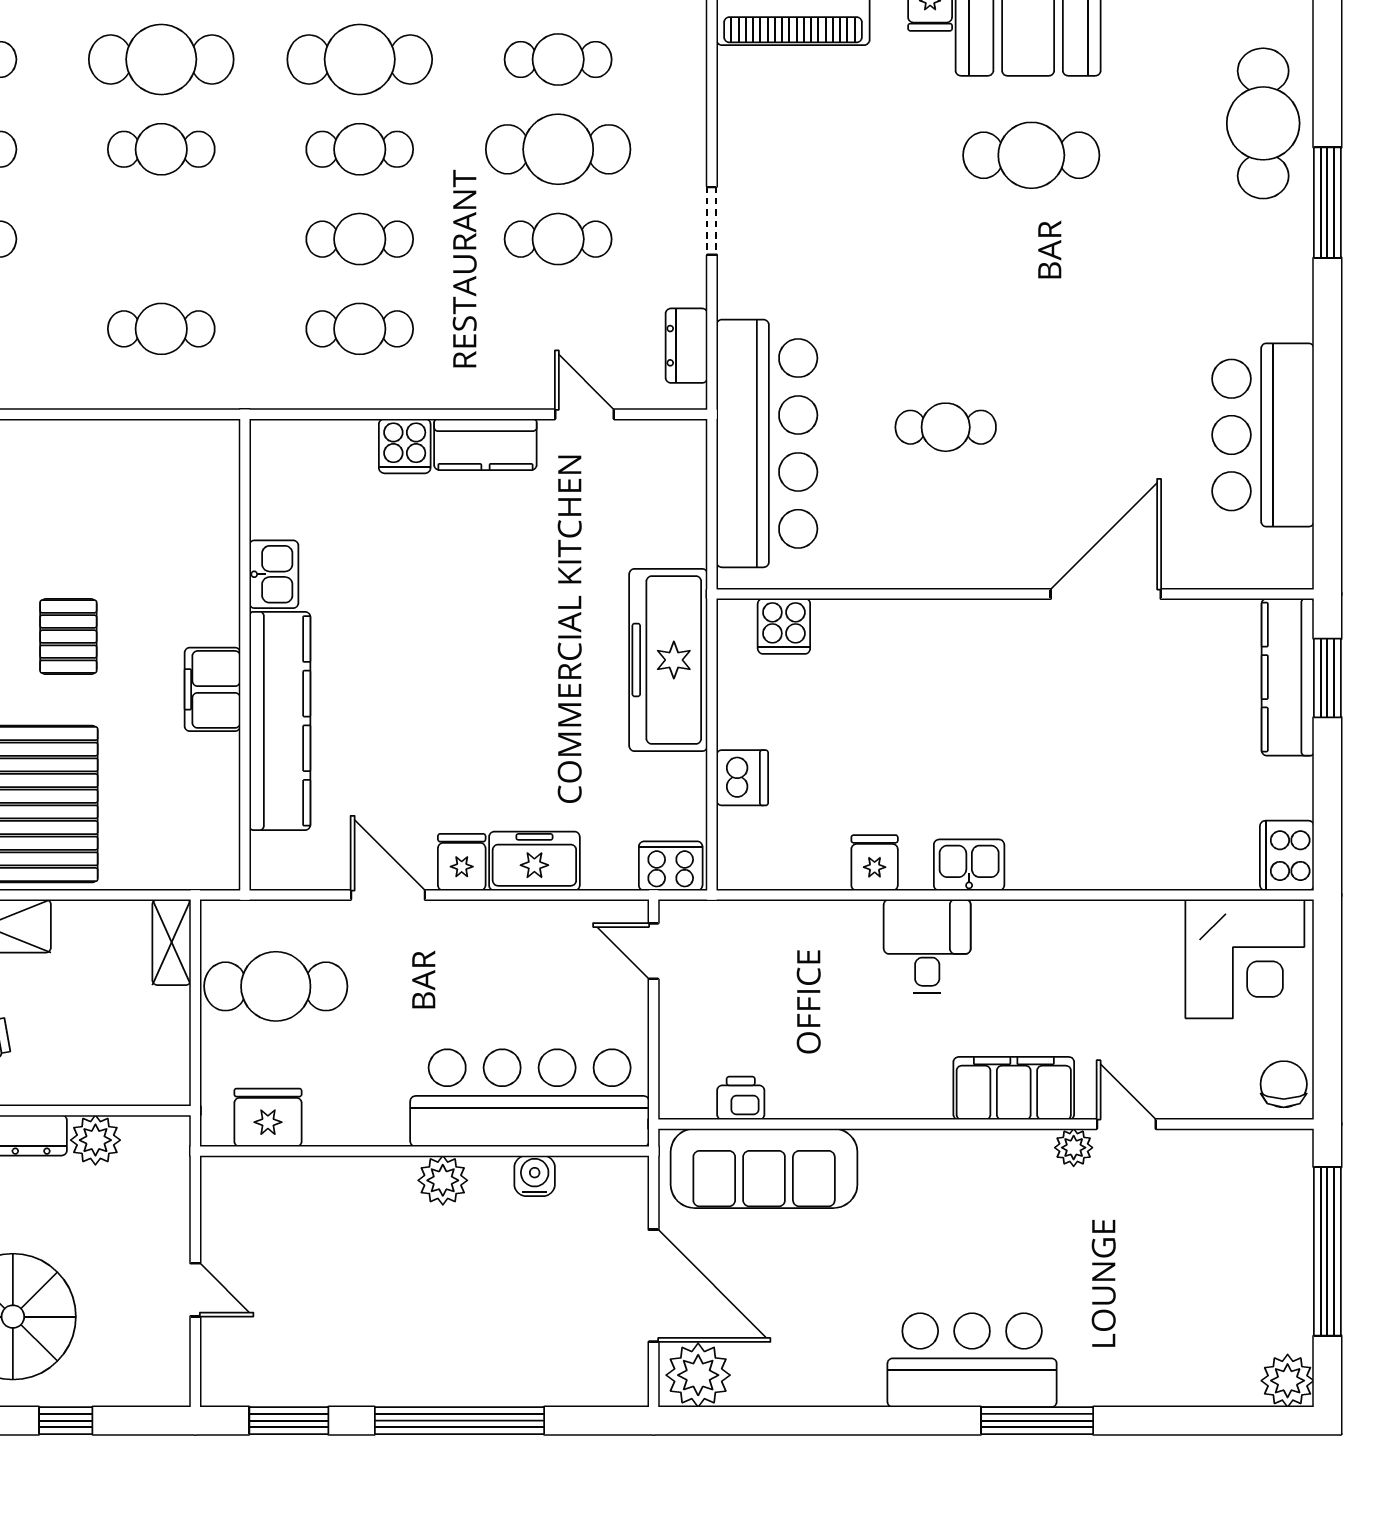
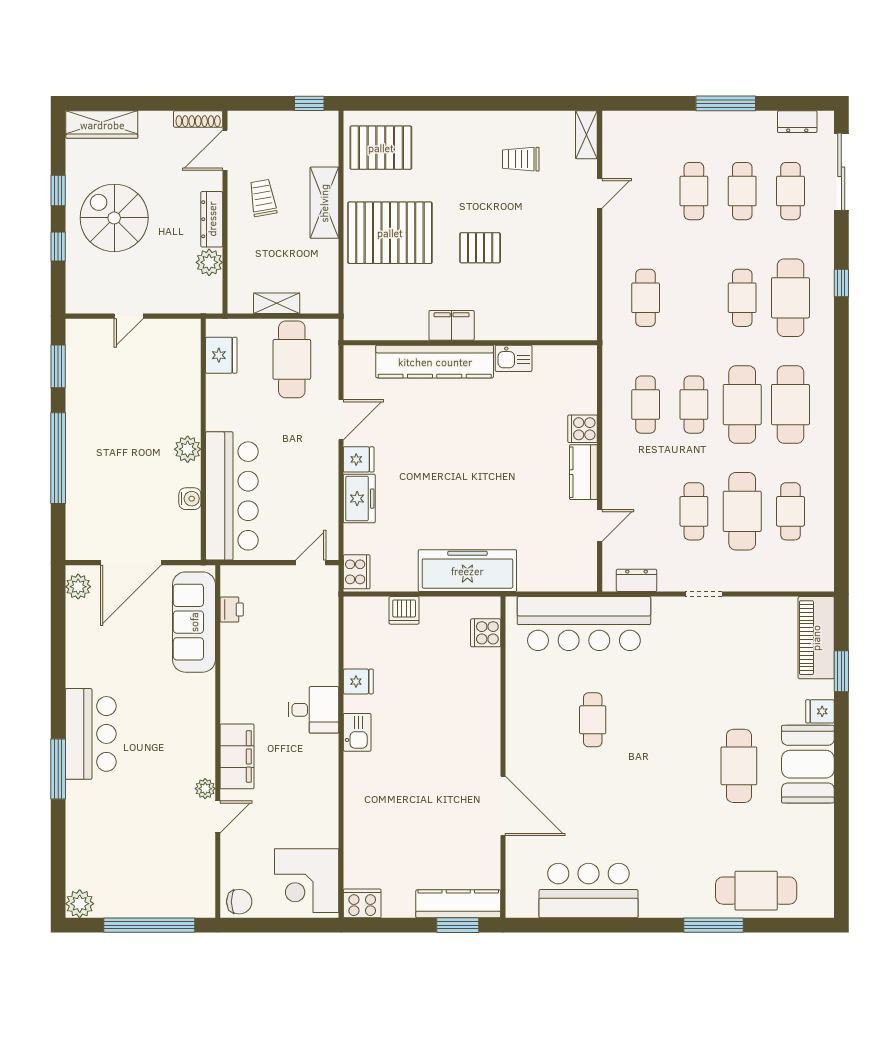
cafe table: (360, 149) -> (742, 405), width x1.37, depth x1.35
shelving: (172, 942) -> (277, 303), moved
plant: (698, 1375) -> (78, 587), width x0.73, depth x0.73

